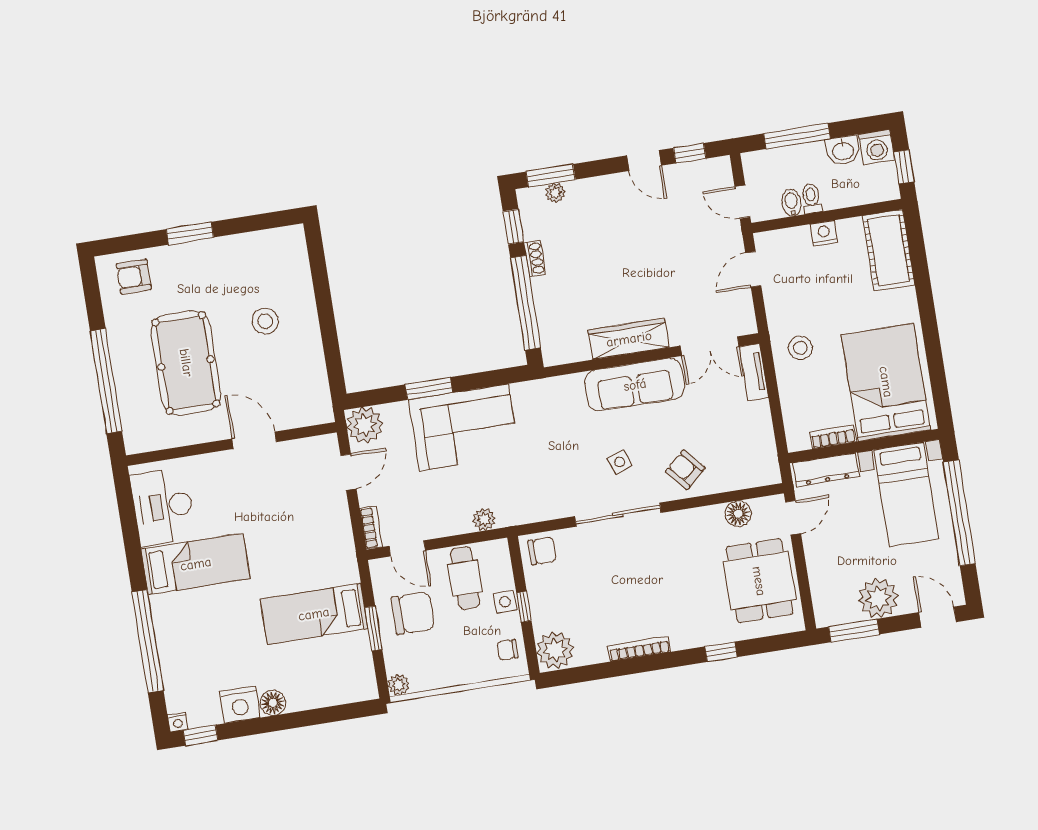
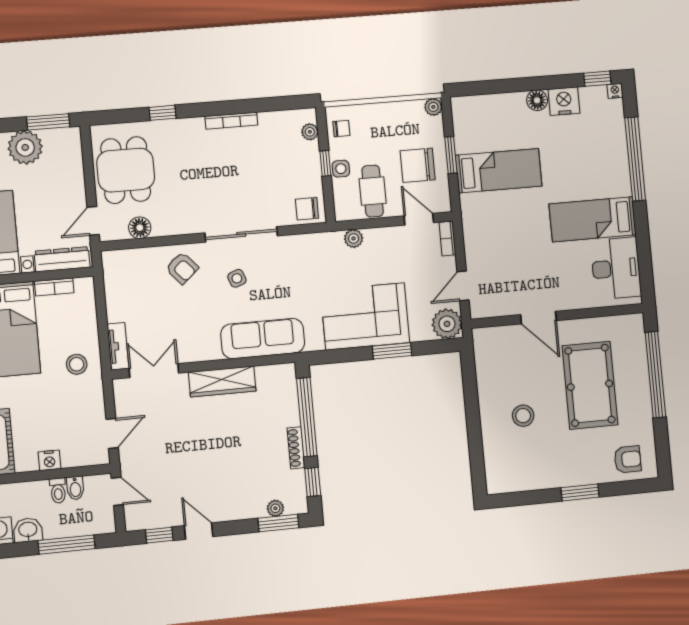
shoe rack: (535, 258) -> (296, 448), width x1.43
sofa: (635, 385) -> (263, 339), moved
plant: (555, 650) -> (310, 132), width x0.53, depth x0.53

